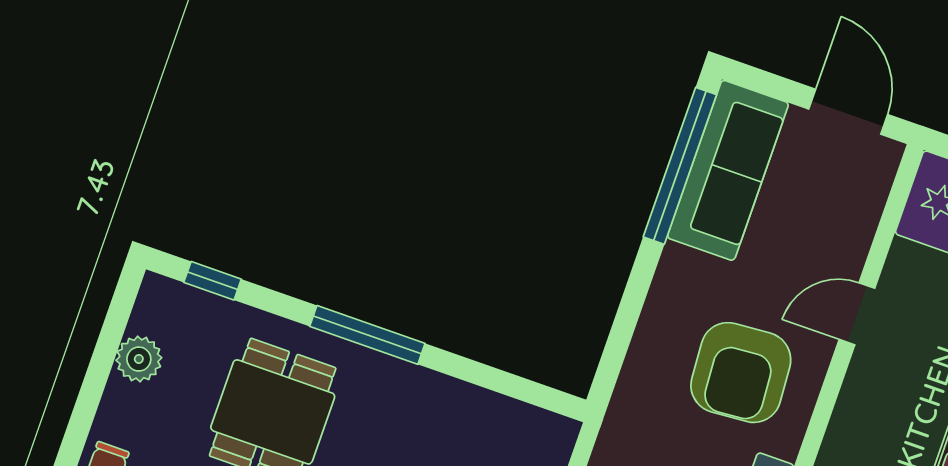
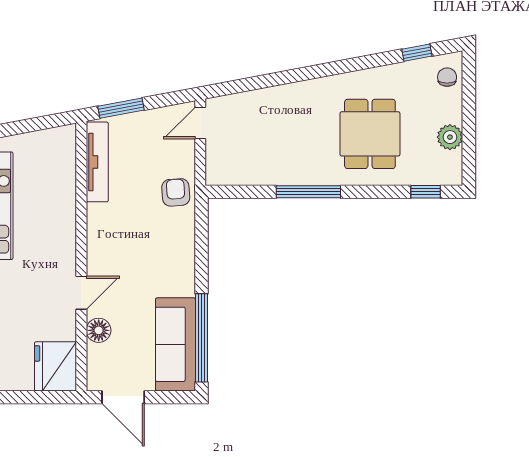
floor lamp: (850, 240) -> (99, 330), added
window: (367, 335) -> (308, 192), moved
armchair: (741, 373) -> (176, 192), moved, width x0.53, depth x0.53

